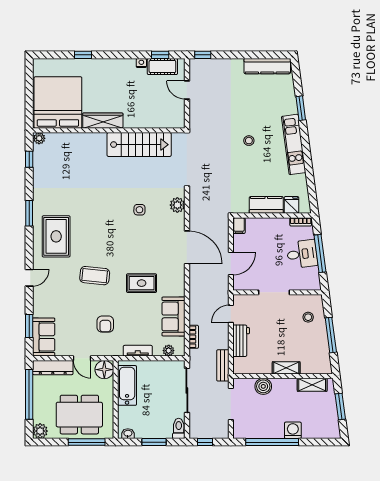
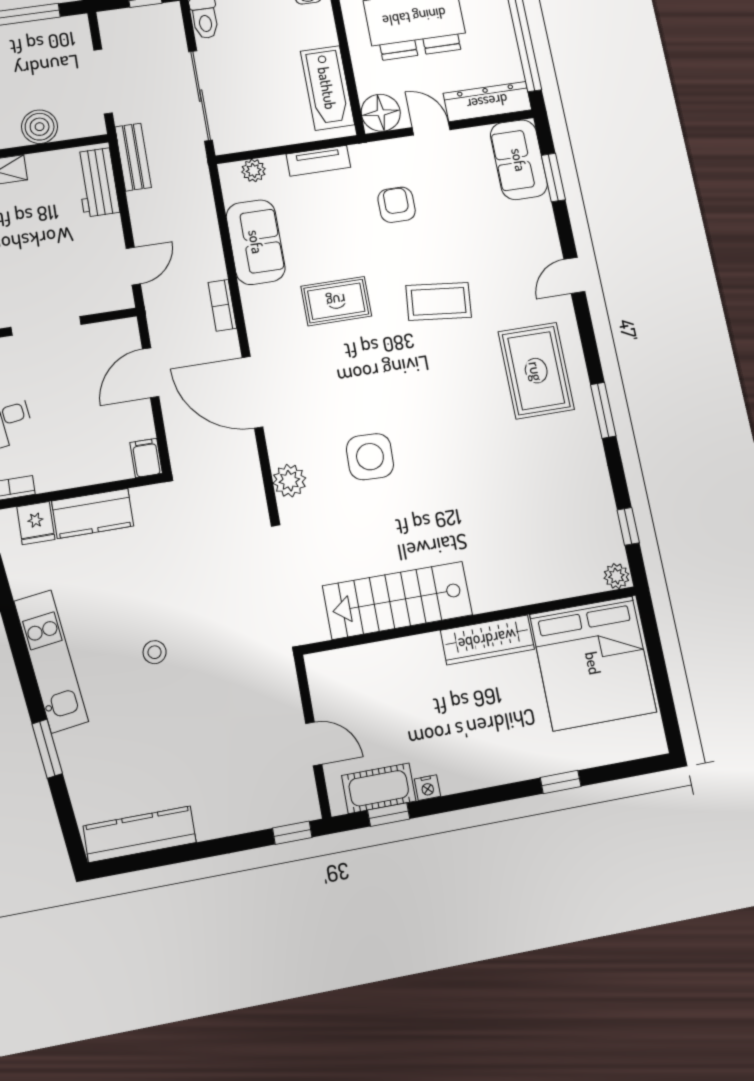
side table: (139, 210) -> (370, 457), width x1.87, depth x1.87
bookcase: (194, 337) -> (222, 305), moved
workbench: (241, 341) -> (97, 182), moved

